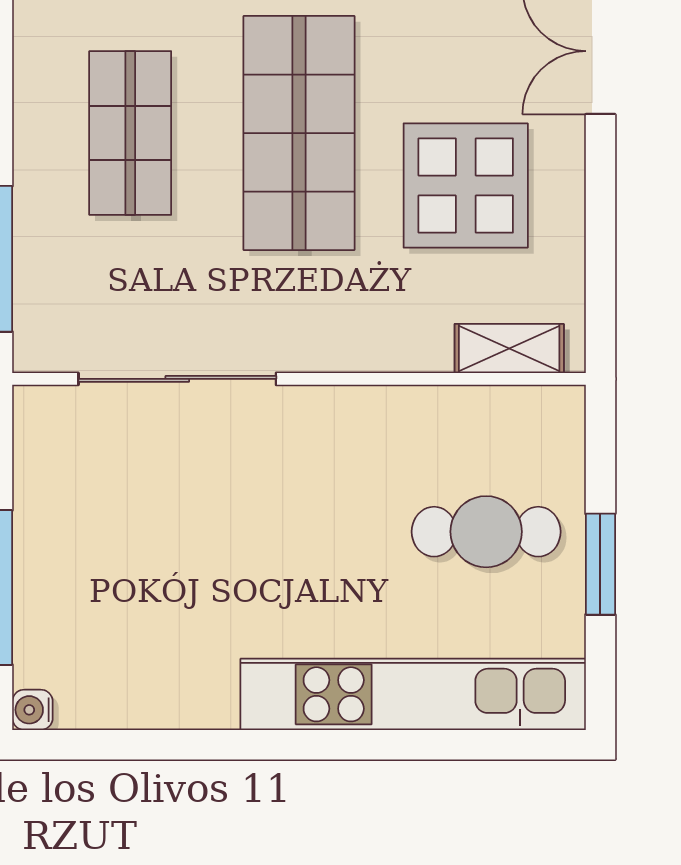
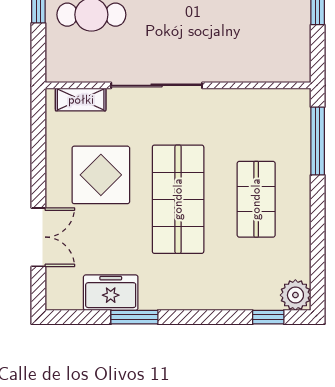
sliding door: (177, 379) -> (157, 85), moved

